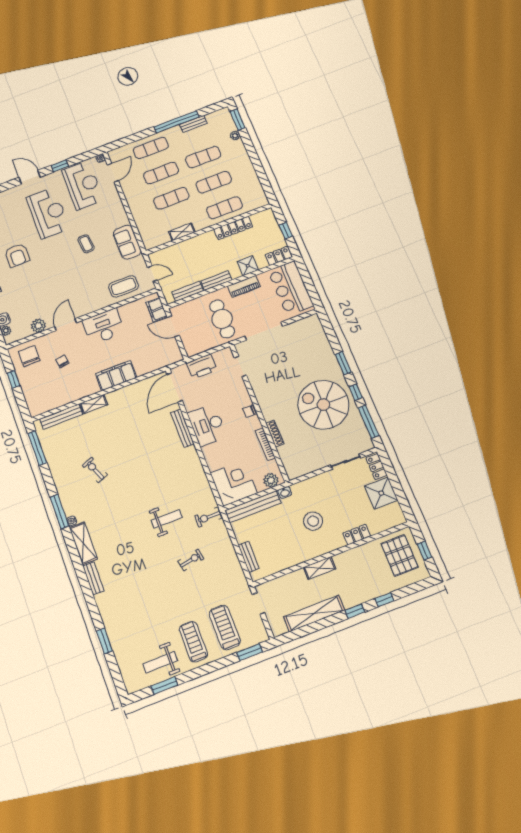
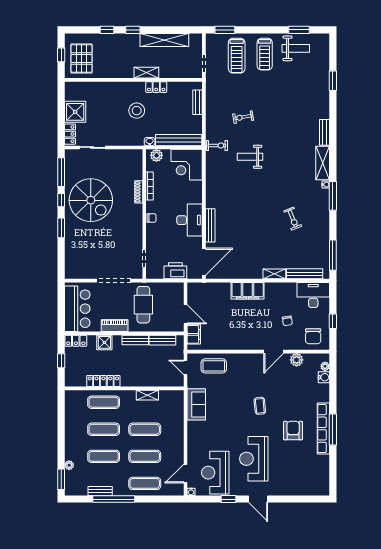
coffee table: (86, 244) -> (260, 406), moved
desk: (104, 327) -> (313, 295), moved, turned 180
locker: (357, 535) -> (156, 87), moved

